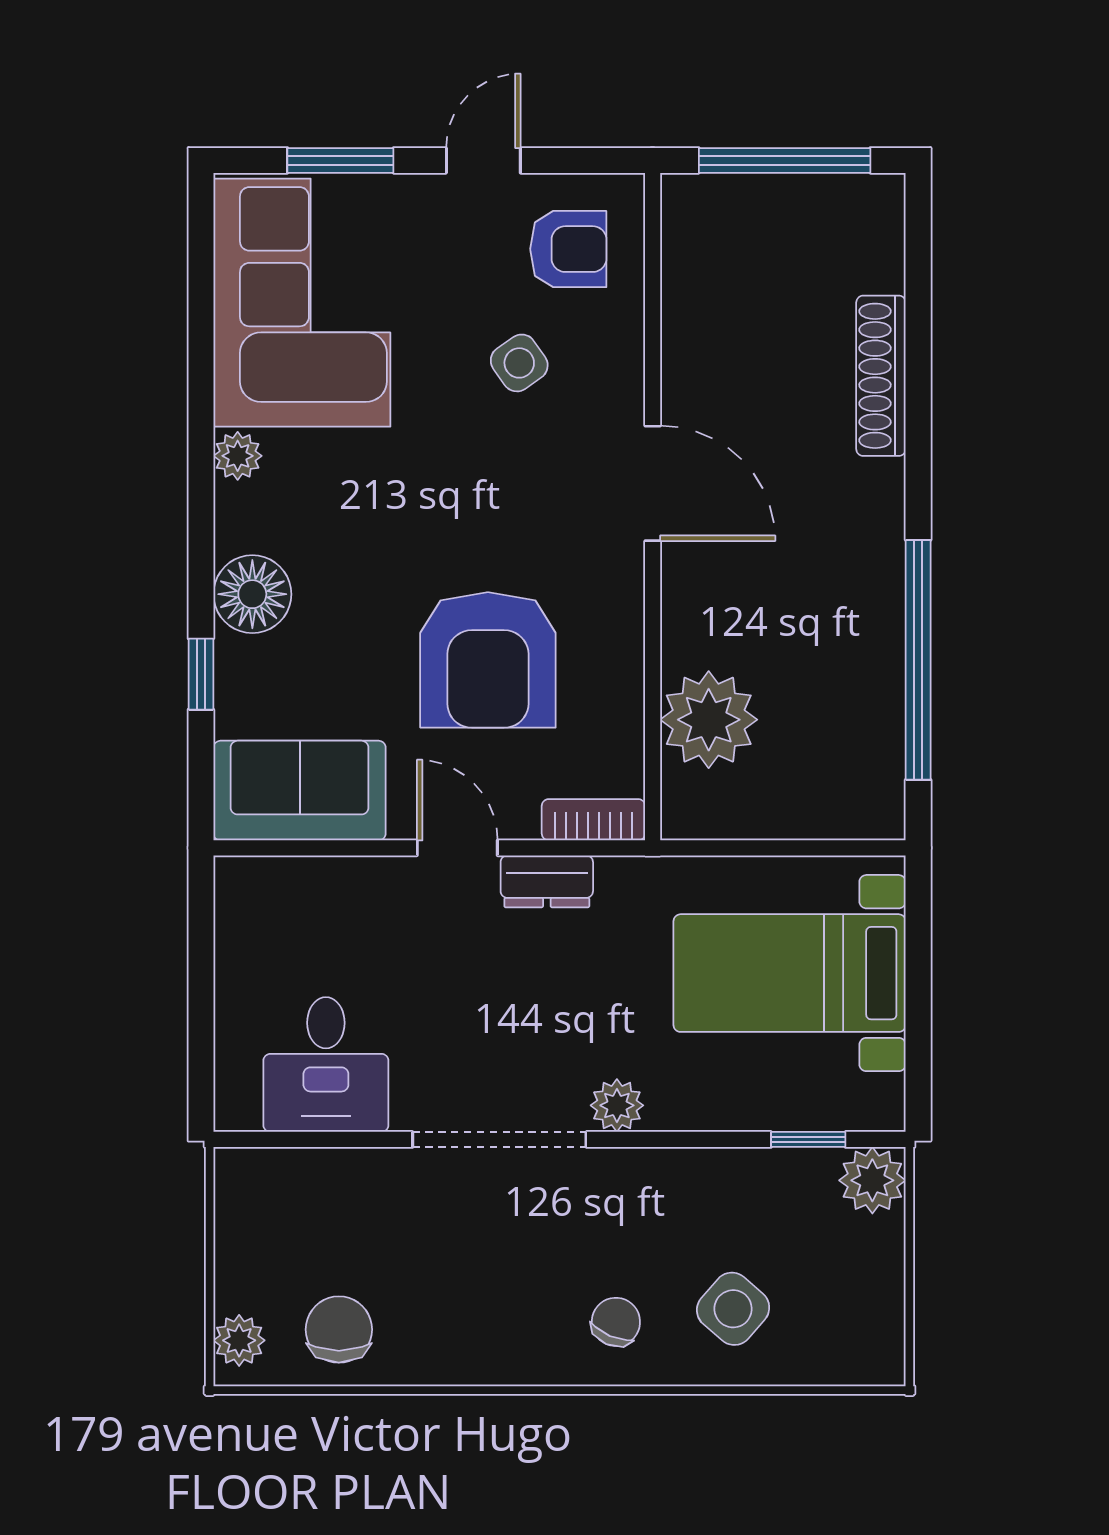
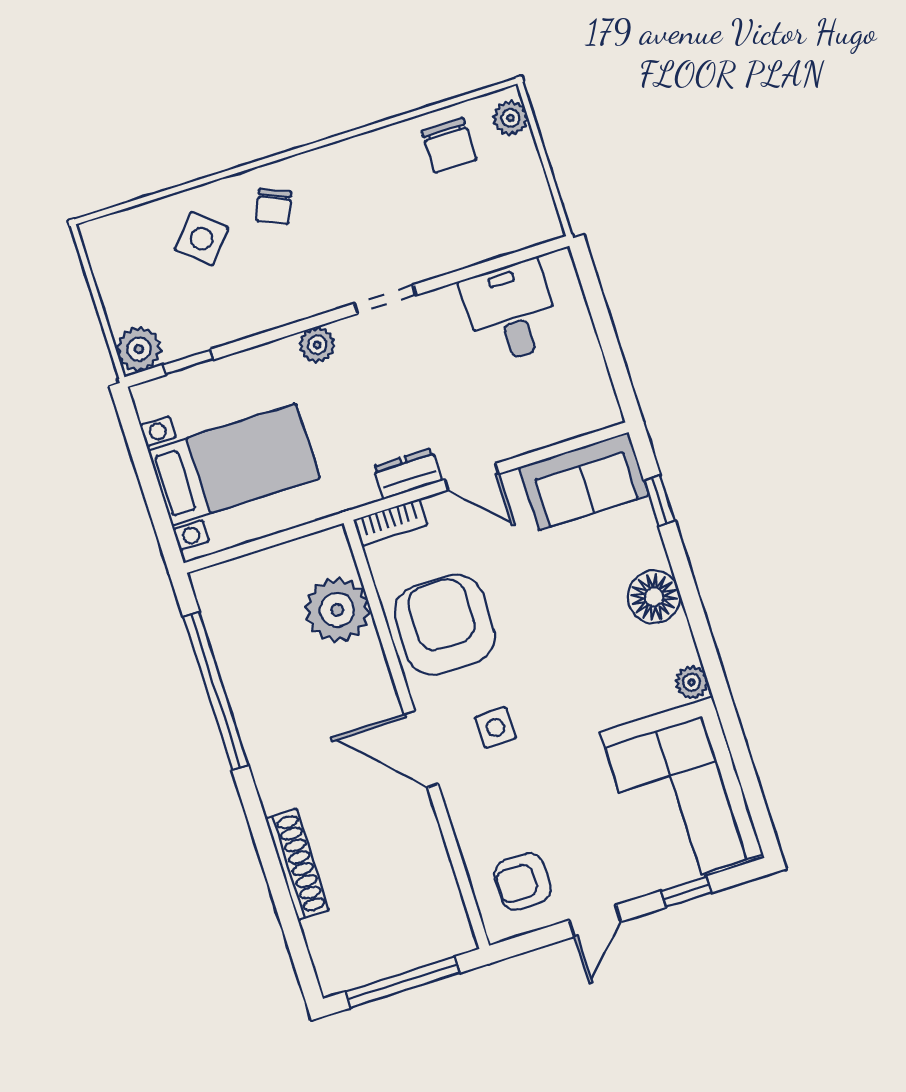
window: (340, 160) -> (686, 892), width x0.67
side table: (519, 363) -> (495, 728), moved, turned 35
armchair: (488, 660) -> (445, 625), moved
window: (201, 674) -> (659, 501), moved
doorway: (499, 1139) -> (385, 299), width x0.53

